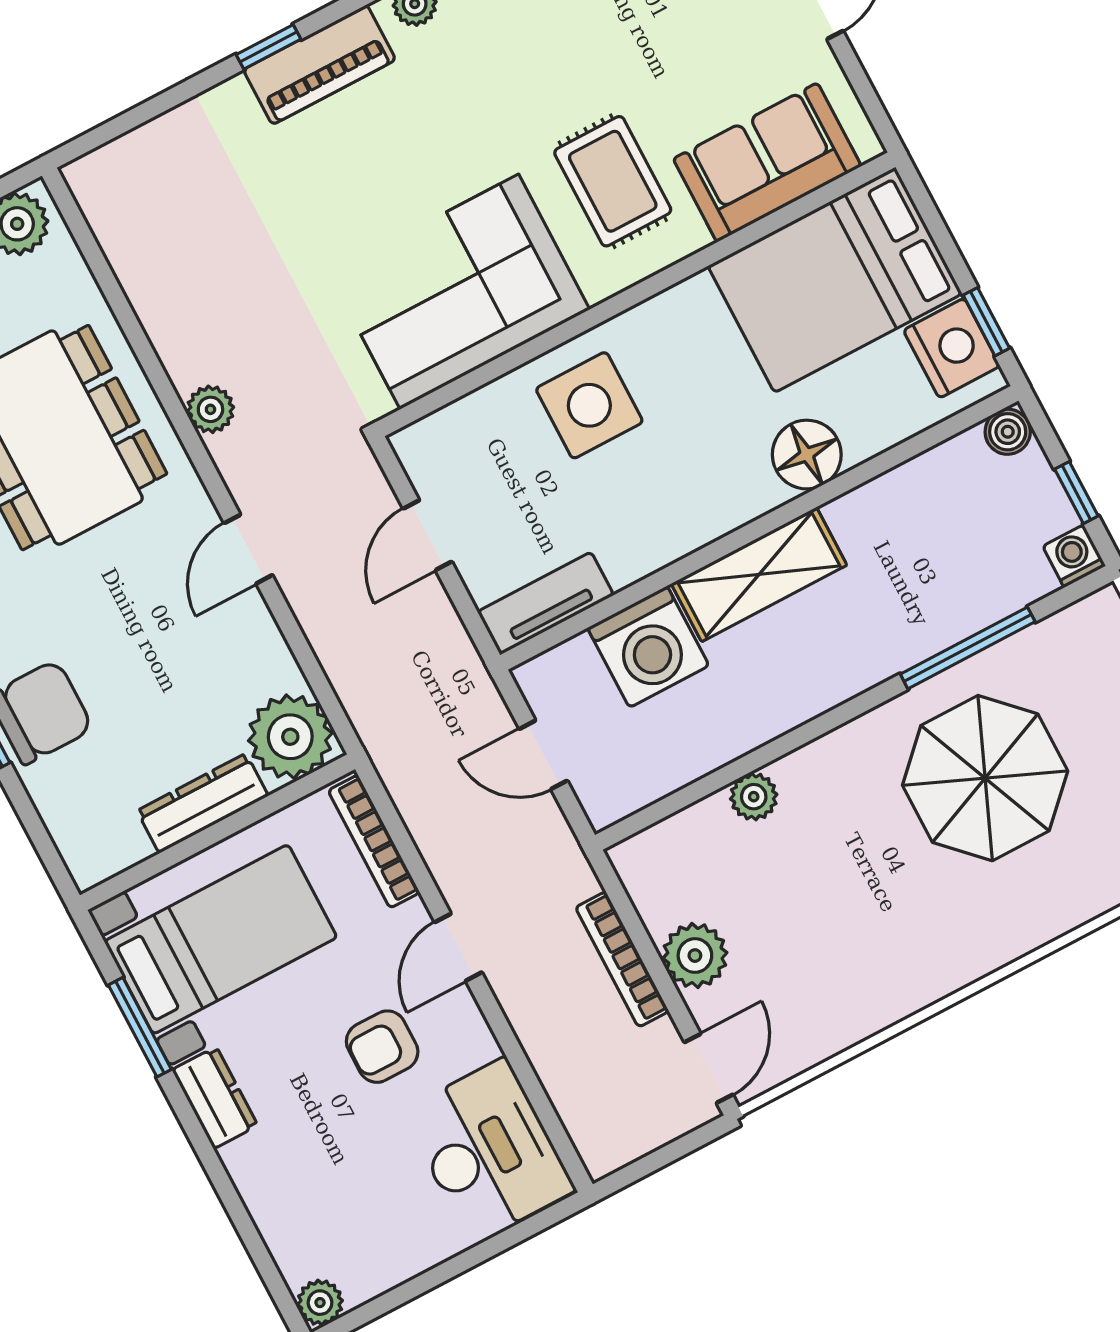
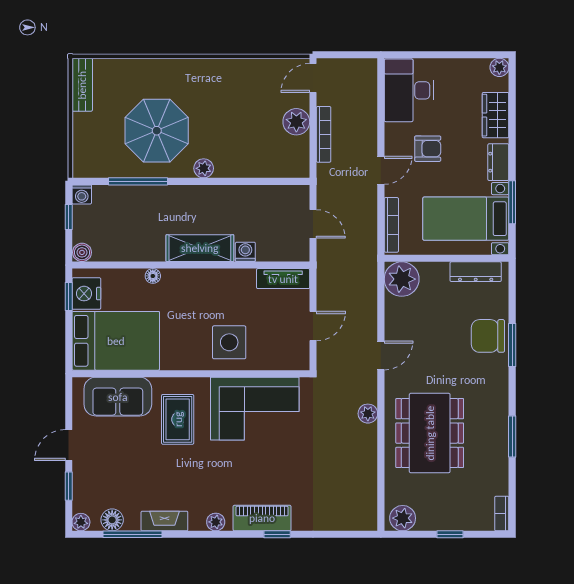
floor lamp: (807, 455) -> (153, 276), width x0.53, depth x0.53
washing machine: (648, 647) -> (245, 252), width x0.53, depth x0.53
plant: (754, 797) -> (204, 168), moved
dresser: (203, 803) -> (476, 272), moved
wardrobe: (274, 1196) -> (496, 115), added

